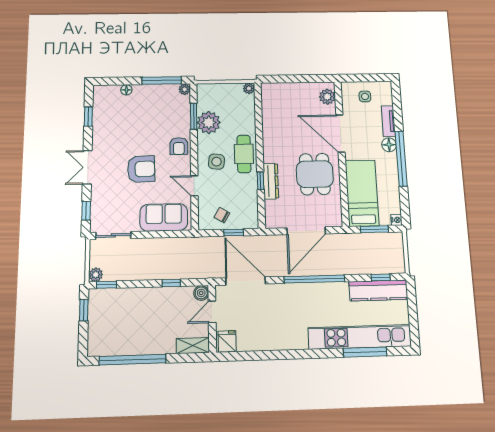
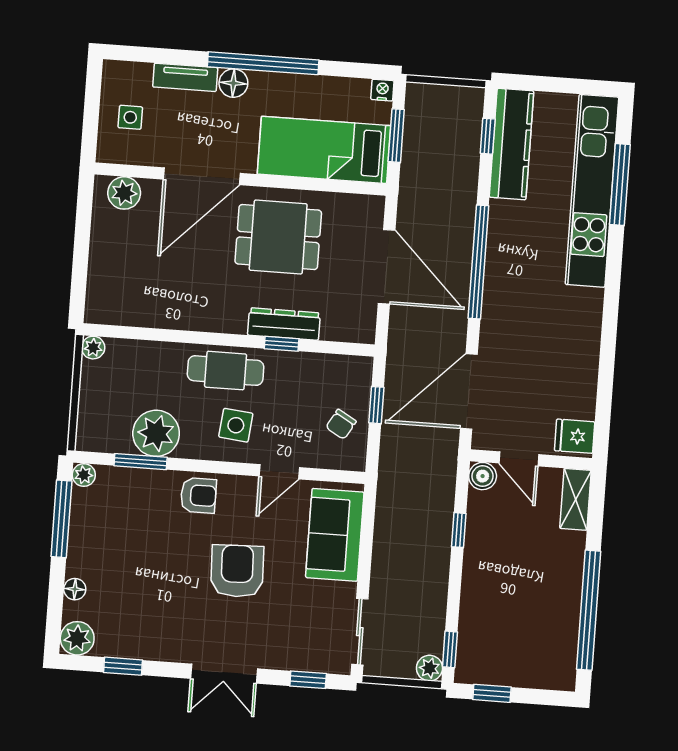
plant: (101, 93) -> (77, 638), added

